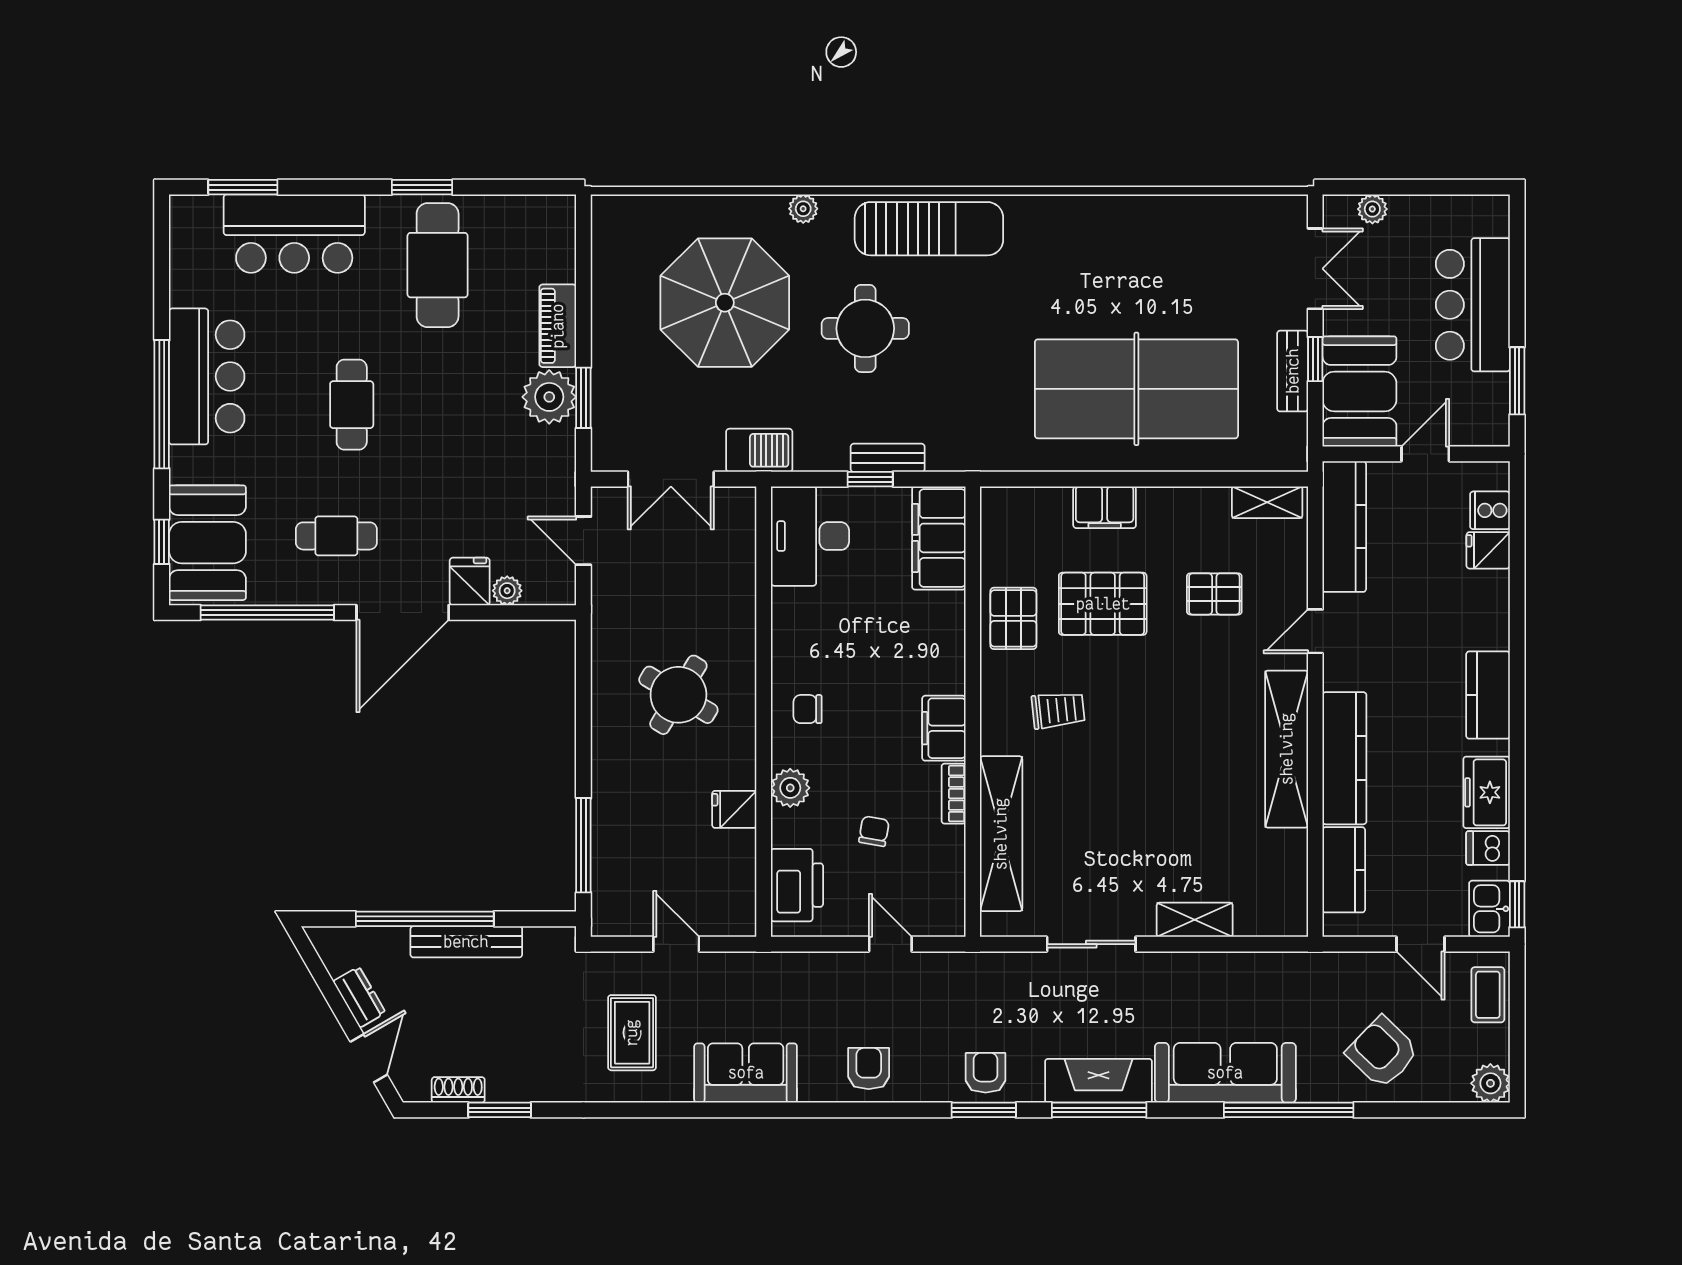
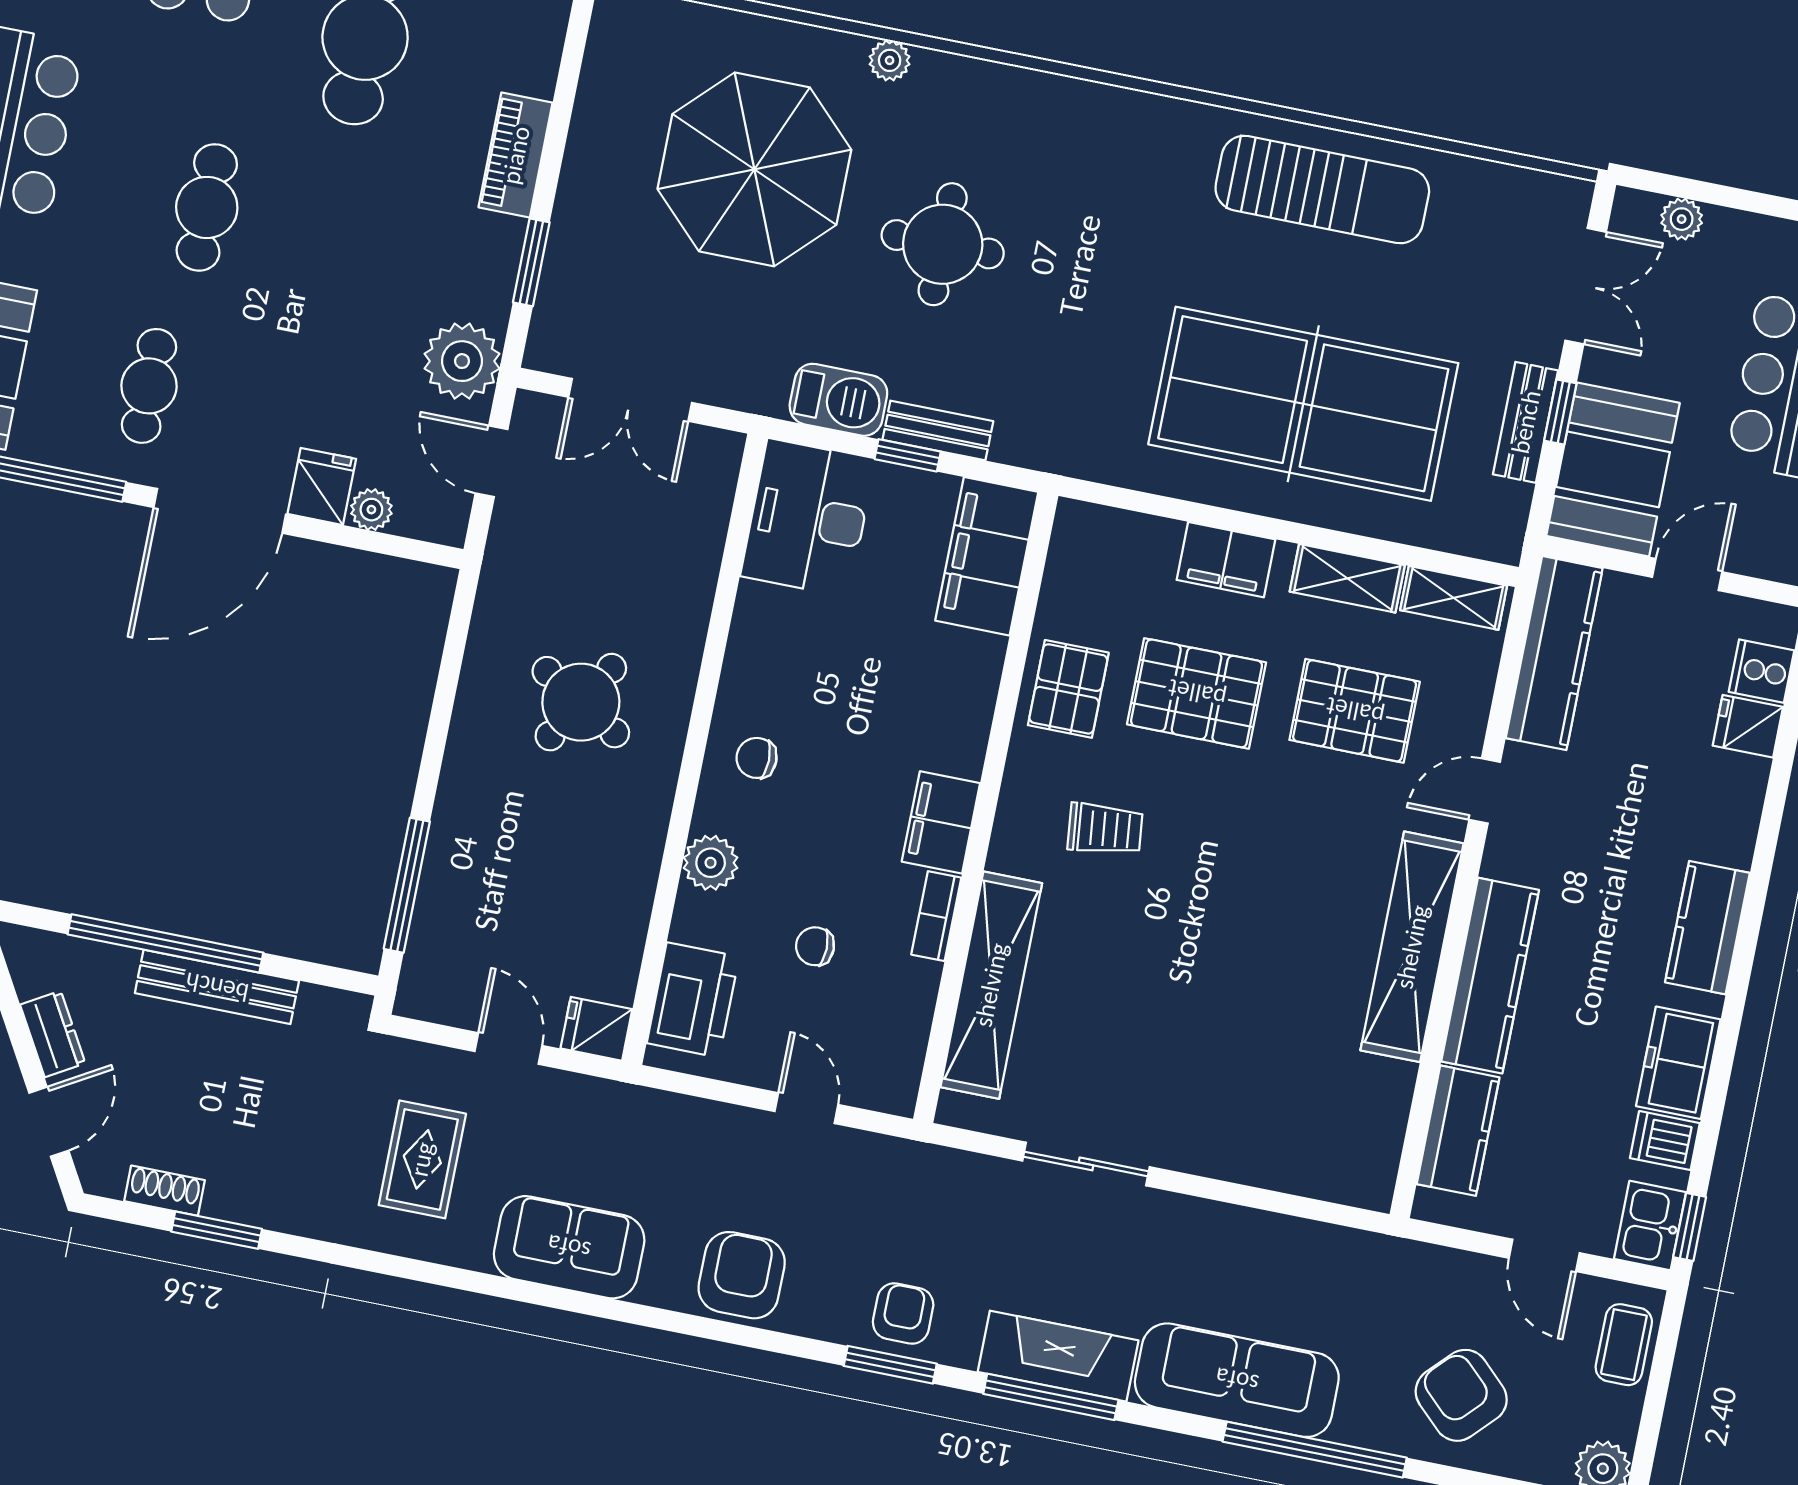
sun lounger: (929, 229) -> (1322, 189), moved
plant: (549, 397) -> (462, 361), moved
barbecue: (759, 450) -> (838, 400), moved
cafe table: (336, 536) -> (149, 386), turned 90
pallet: (1214, 594) -> (1355, 711), width x1.50, depth x1.42
fridge: (734, 809) -> (596, 1029), moved
chair: (874, 831) -> (815, 946), turned -100
shelving: (1195, 920) -> (1347, 578), moved
armchair: (869, 1069) -> (742, 1275), width x1.38, depth x1.38

